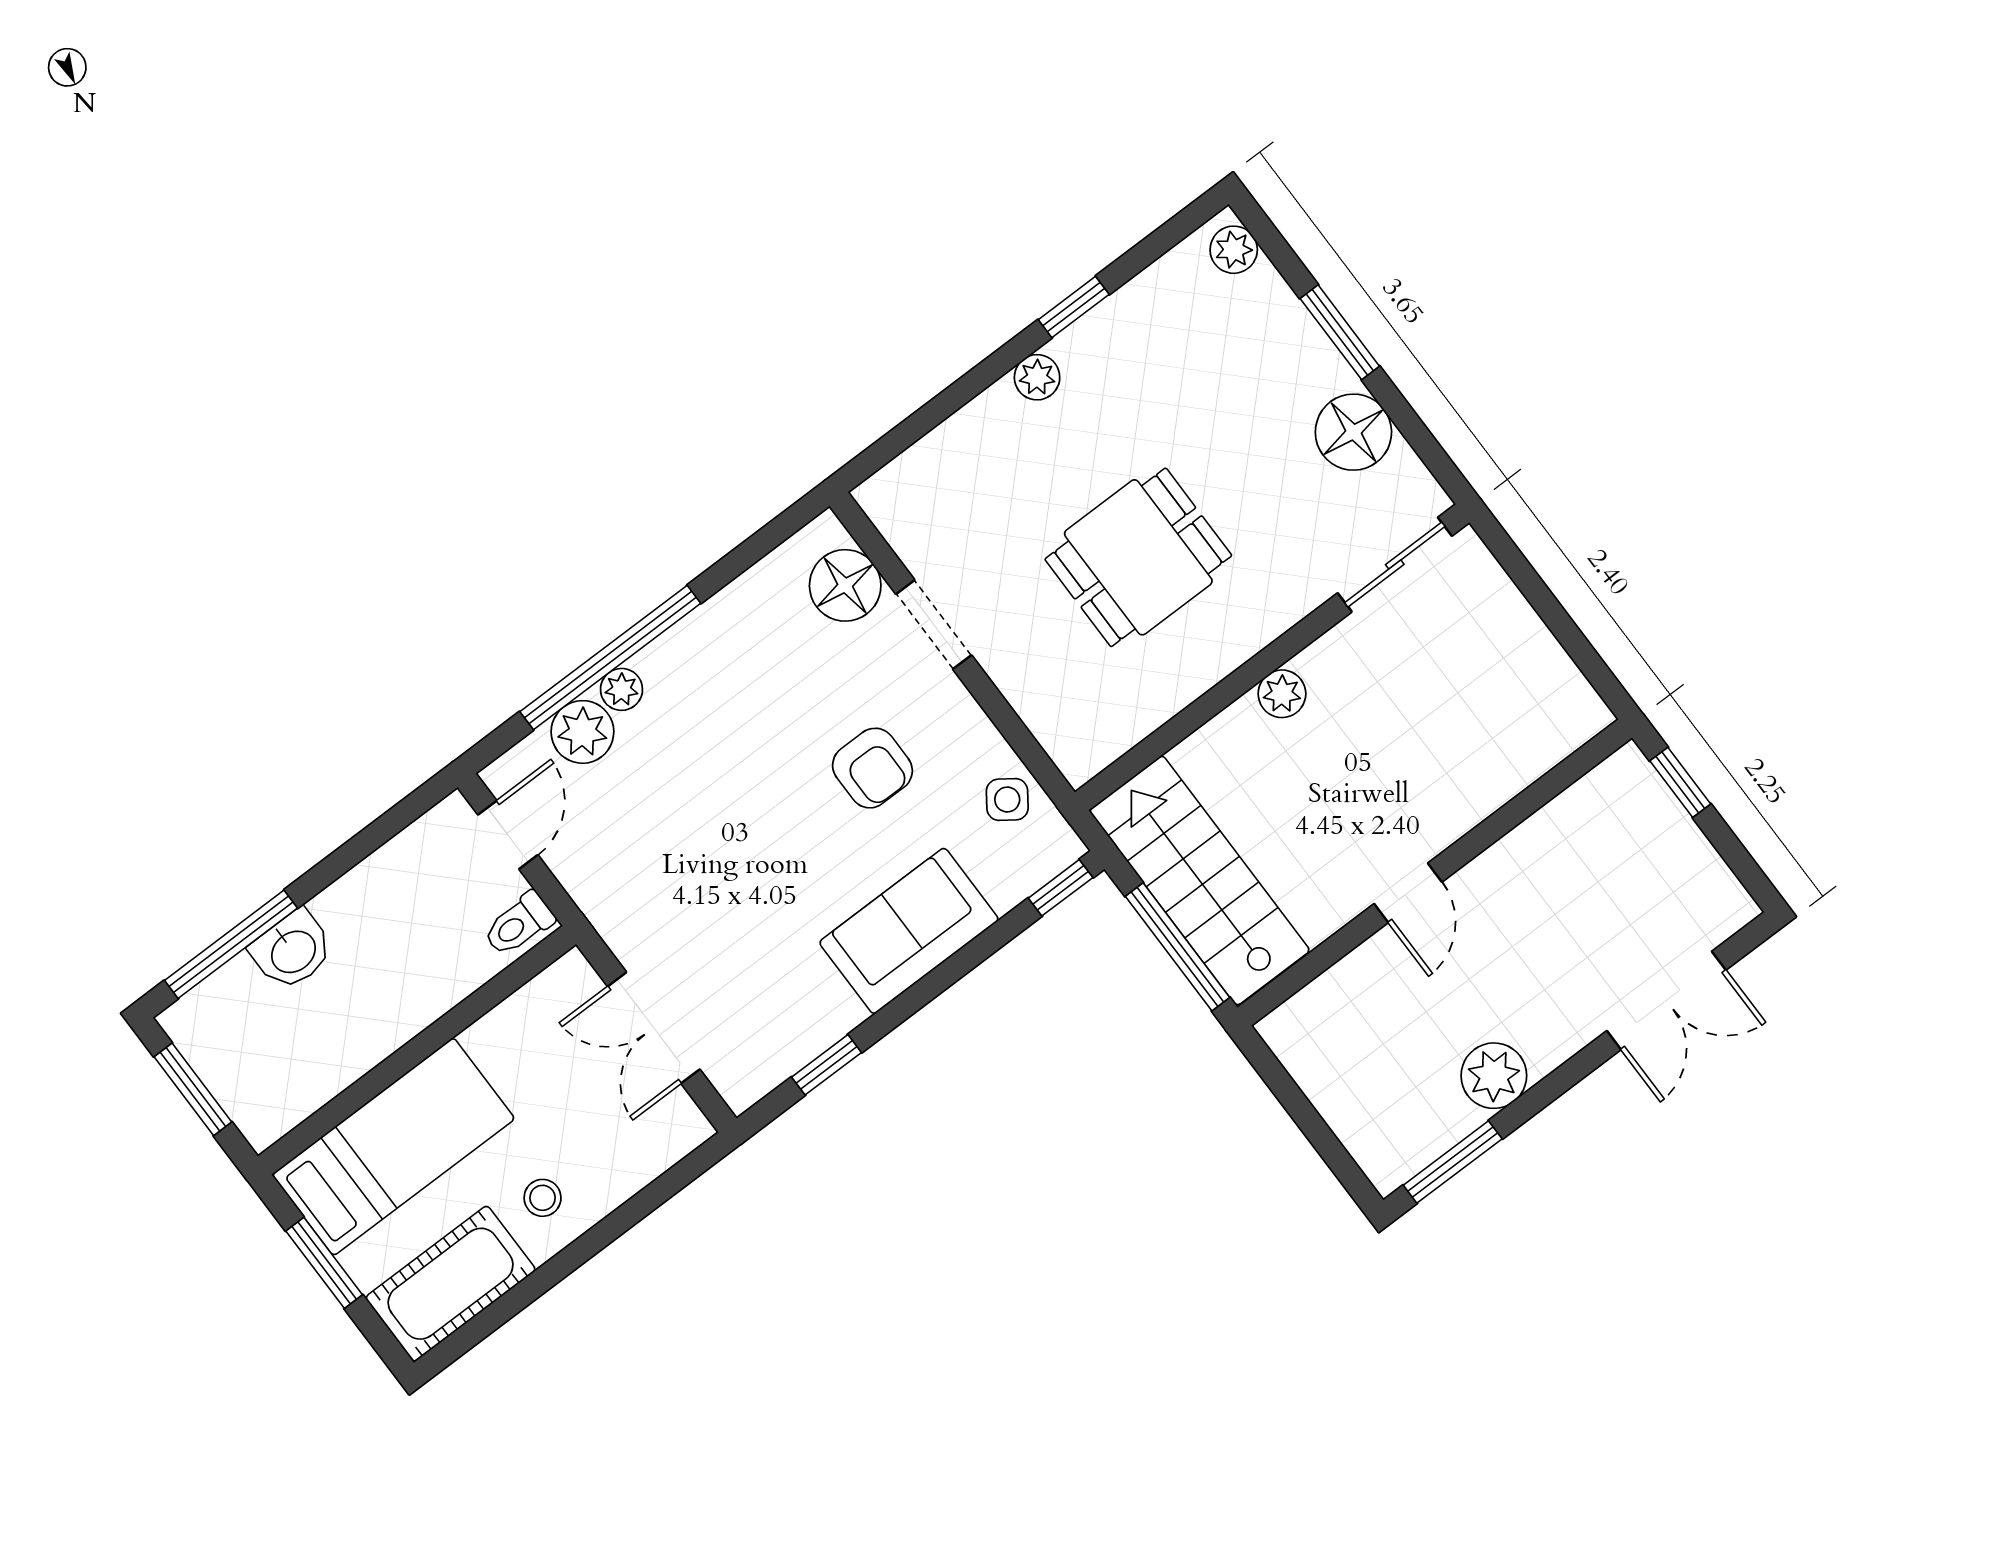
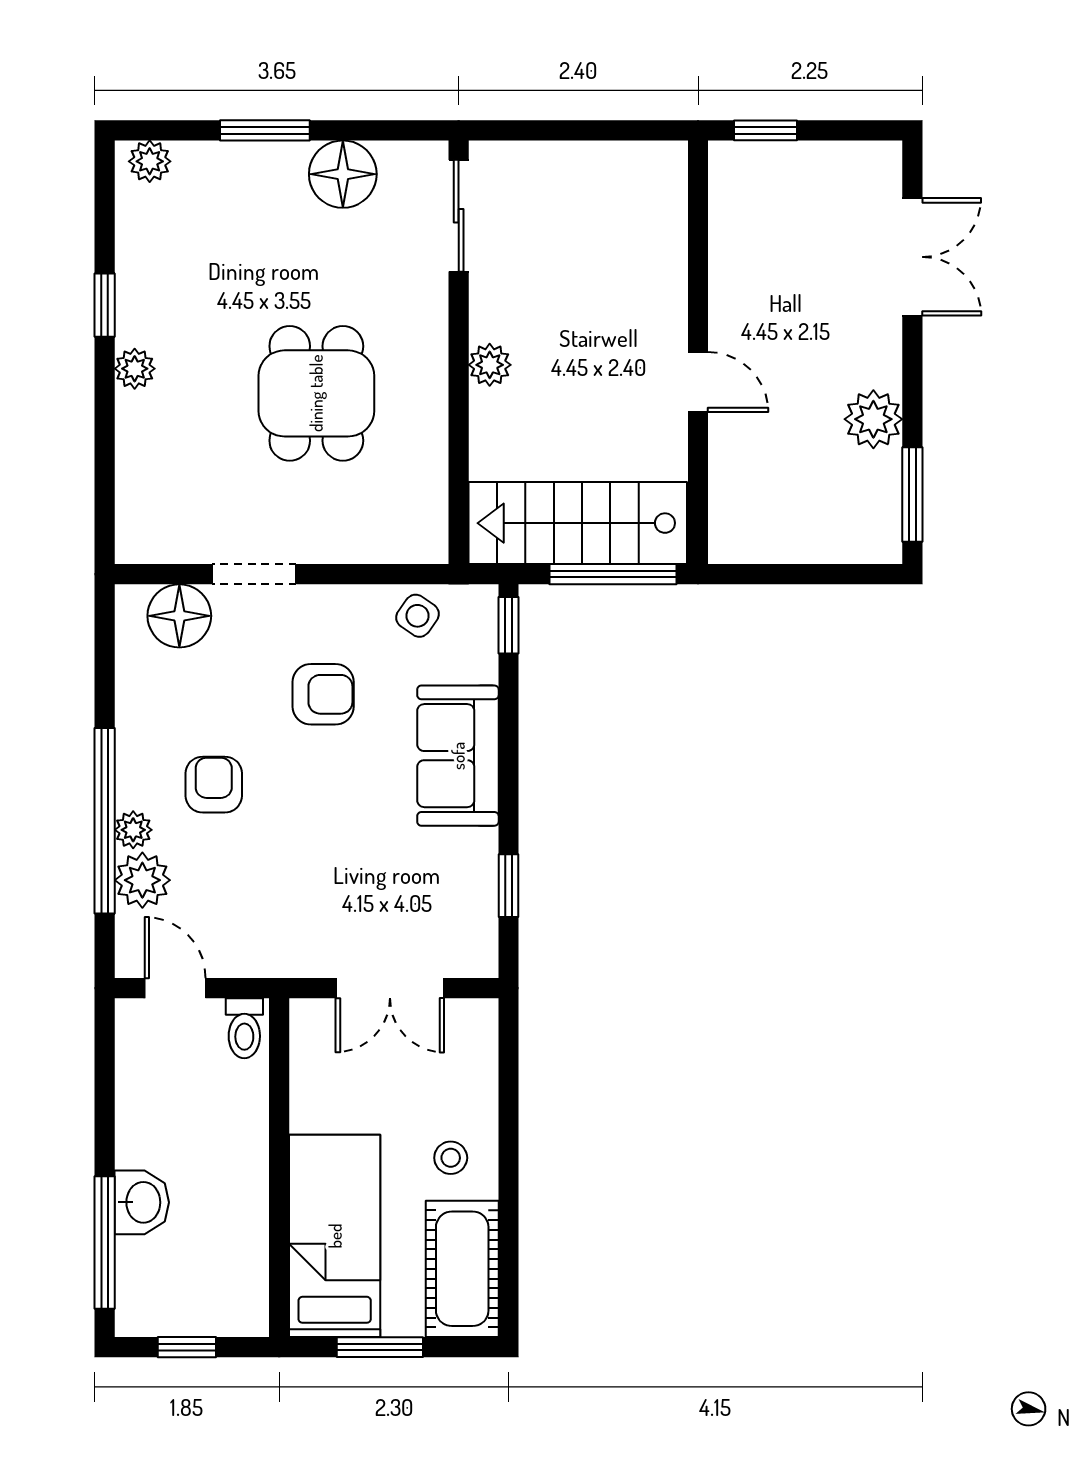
armchair: (717, 731) -> (214, 785), added
window: (193, 1089) -> (187, 1347), width x0.67

